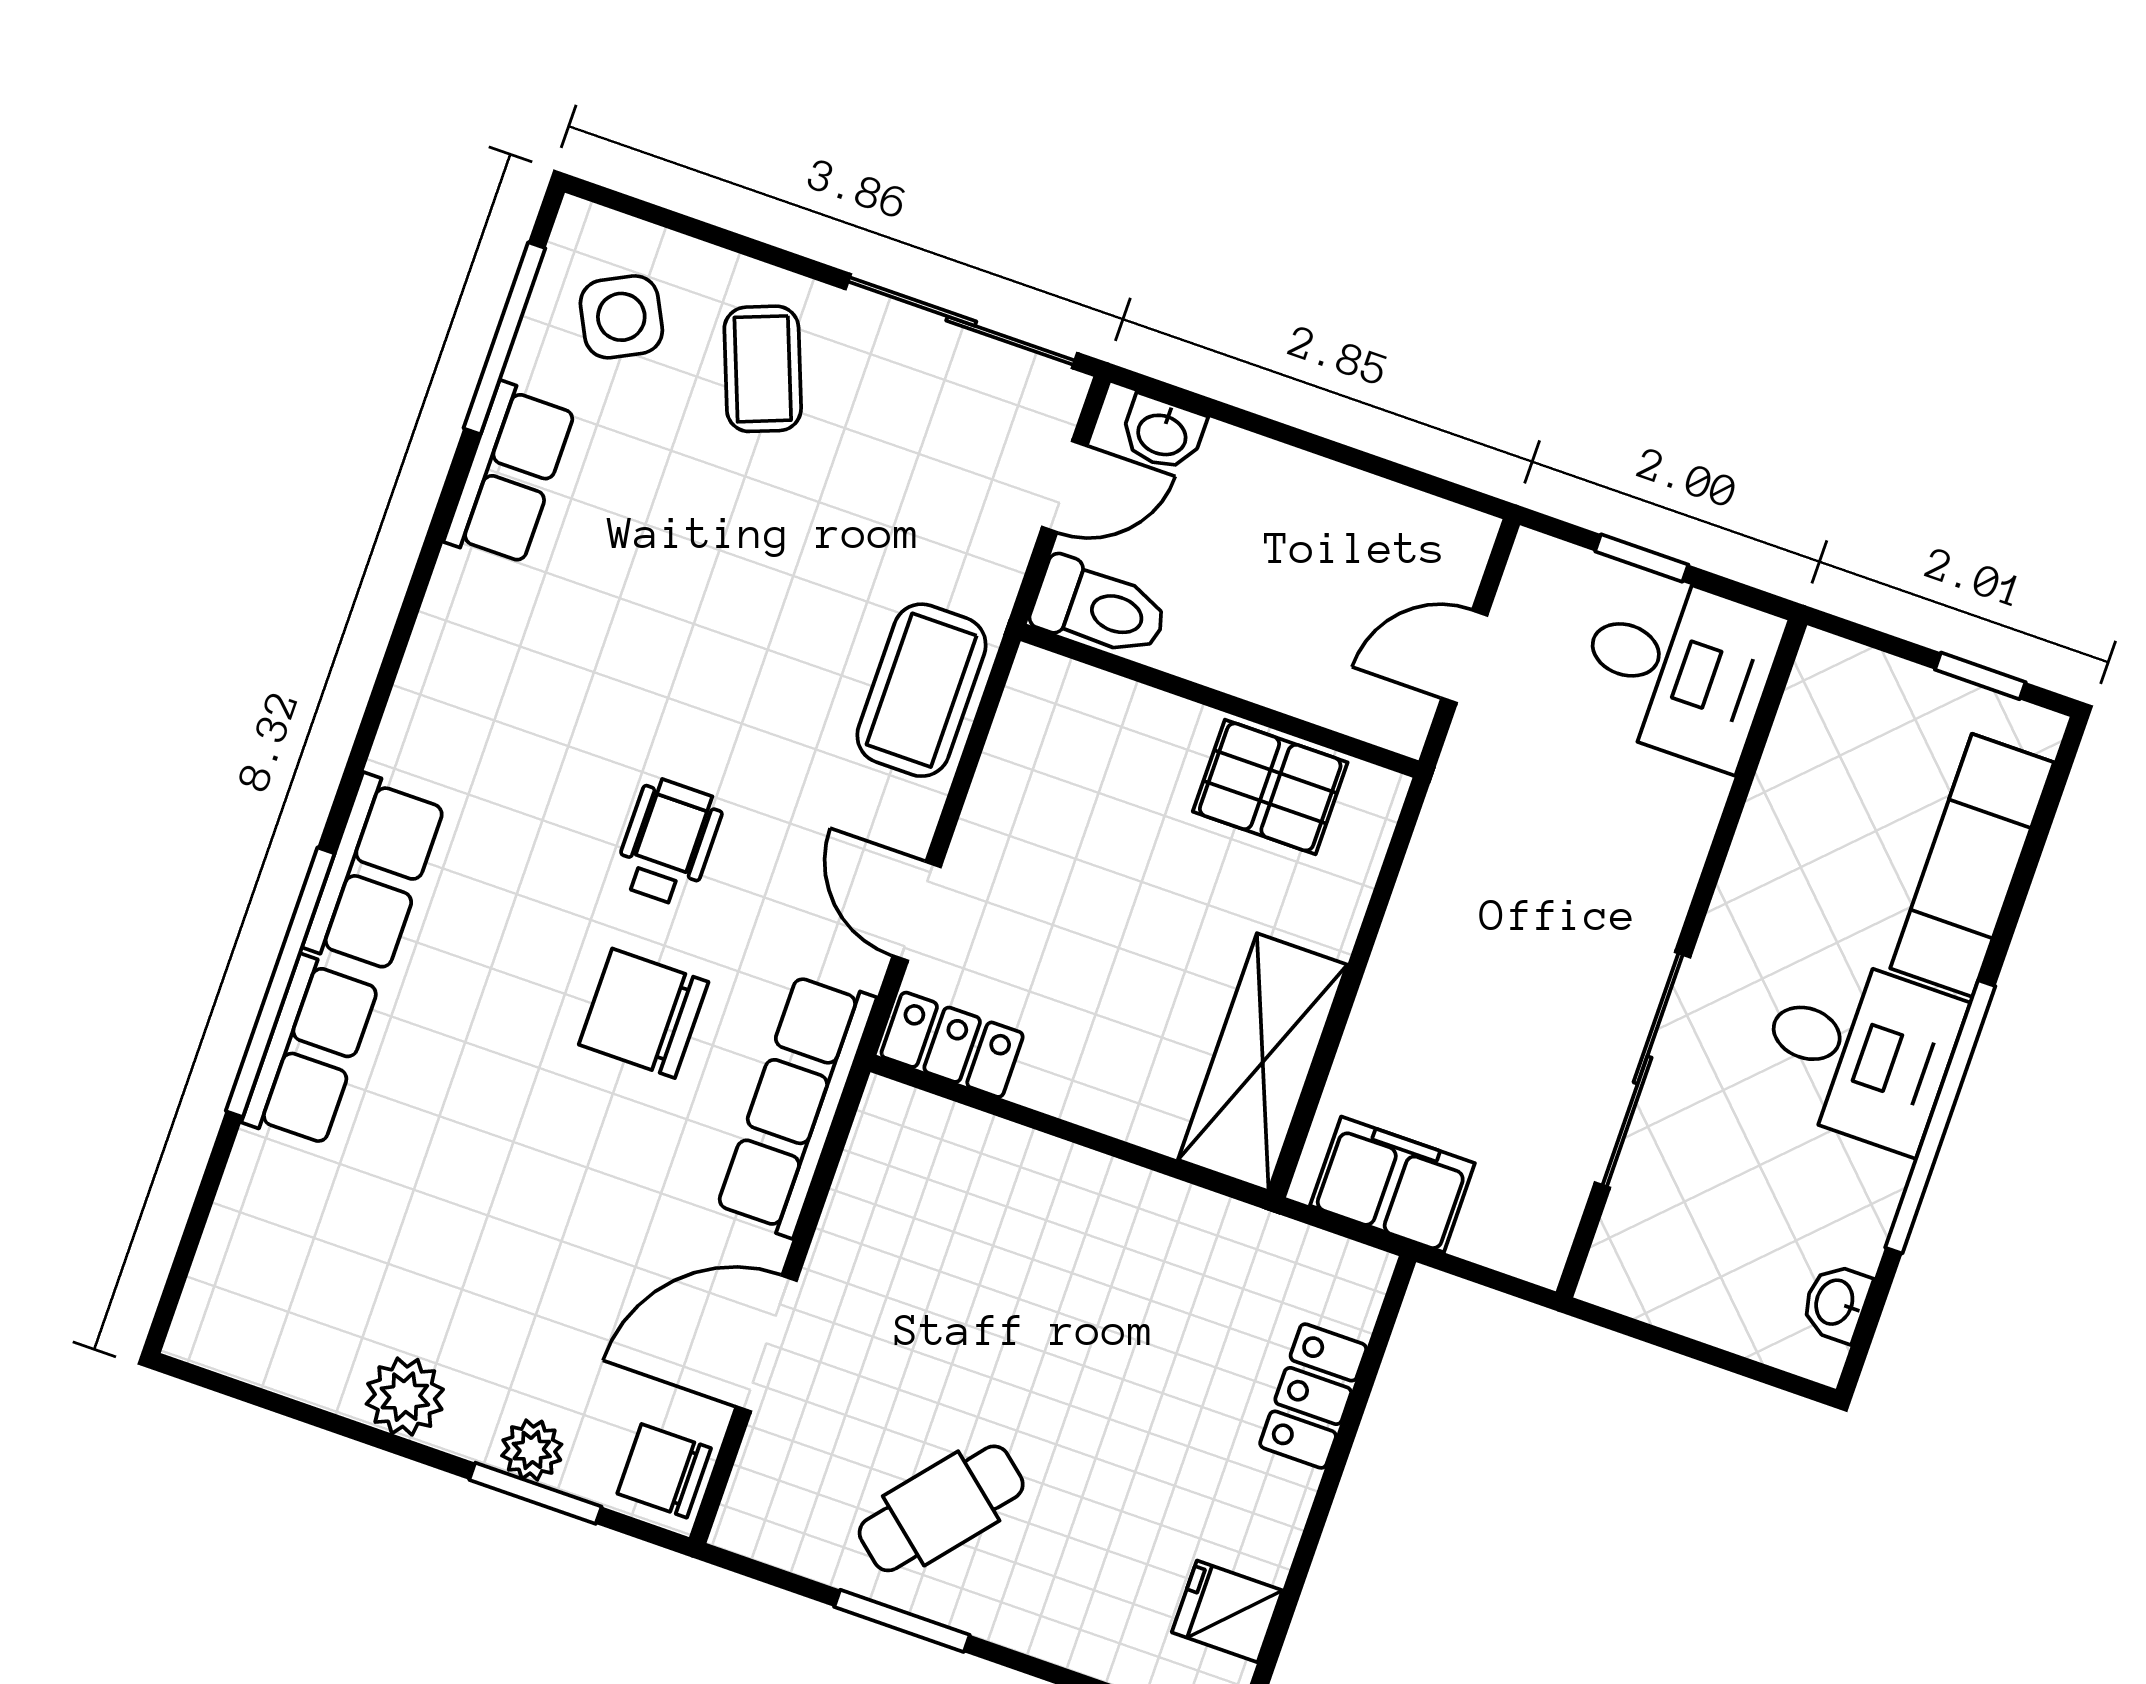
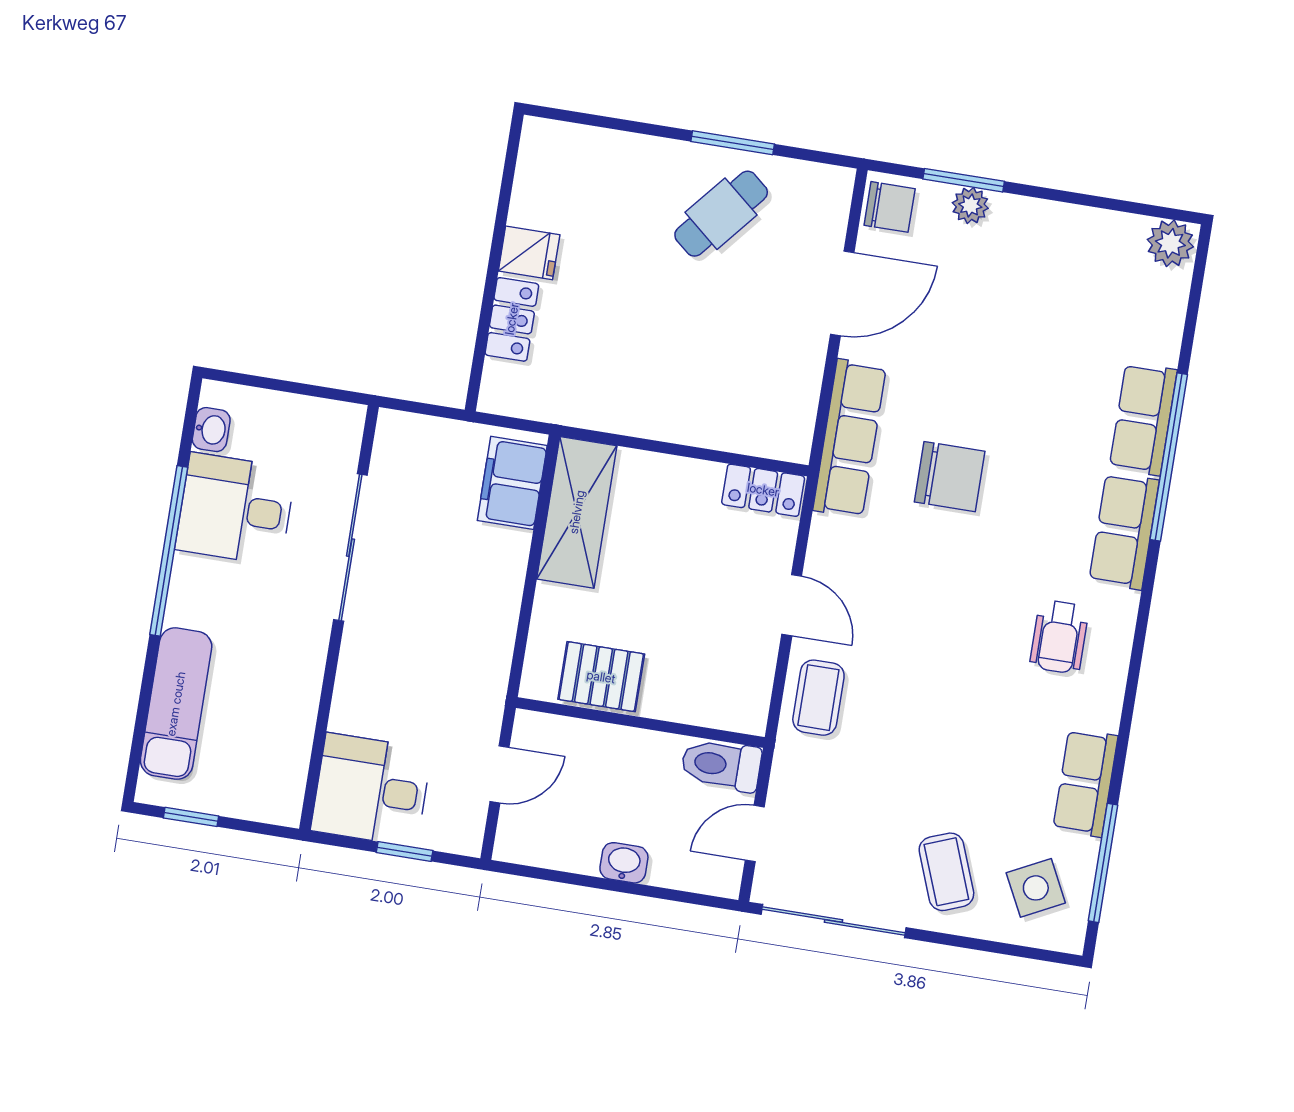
washbasin: (1162, 433) -> (624, 863), moved
coffee table: (922, 690) -> (818, 698), width x0.73, depth x0.77
wheelchair: (668, 842) -> (1059, 637), moved
door: (917, 911) -> (792, 605), moved
desk: (1859, 1051) -> (235, 509), moved
filing cabinet: (1392, 1184) -> (512, 483), moved, turned 90
plant: (405, 1397) -> (1170, 243), moved
fridge: (1227, 1611) -> (529, 253), moved

